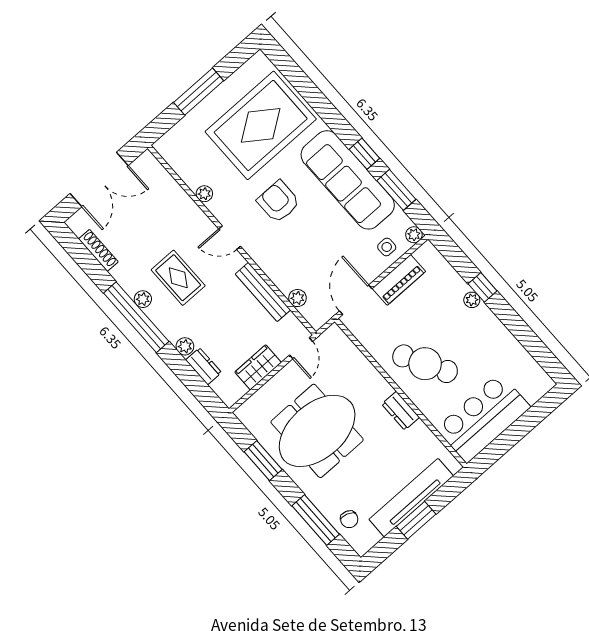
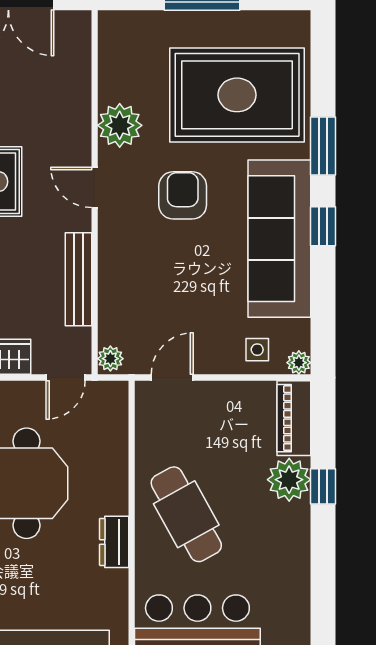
window: (396, 190) -> (323, 146), moved
plant: (204, 194) -> (120, 125), width x1.88, depth x1.88
piano: (399, 280) -> (294, 418), moved, turned 90
plant: (297, 298) -> (110, 359), moved
door: (356, 300) -> (172, 377), width x0.73
plant: (472, 300) -> (289, 480), width x1.88, depth x1.88

